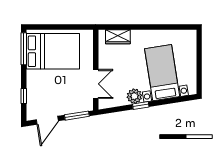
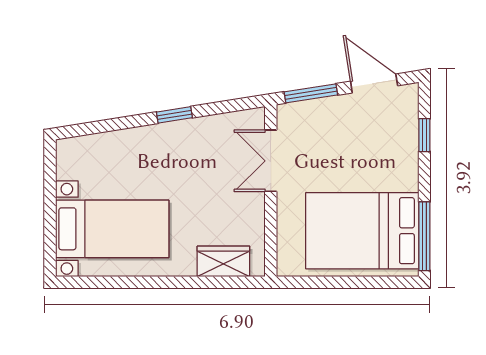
bed with nightstands: (162, 73) -> (112, 229), moved, turned -81
plant: (134, 96) -> (188, 135), removed
door: (47, 120) -> (374, 83), hinge flipped

